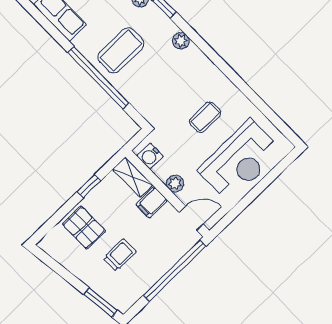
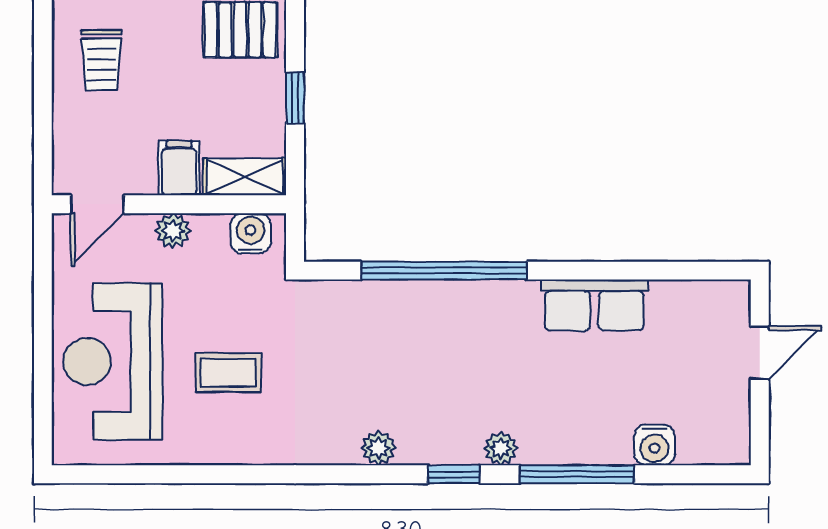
coffee table: (121, 50) -> (452, 344), removed
coffee table: (205, 117) -> (228, 373), turned 90
trolley: (120, 255) -> (101, 60), moved
window: (175, 271) -> (43, 103), removed

